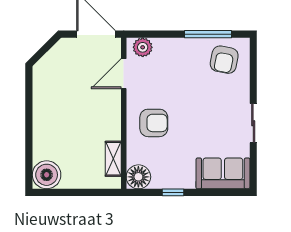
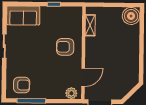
armchair: (224, 60) -> (22, 85), turned 79
floor lamp: (138, 177) -> (75, 14), removed

